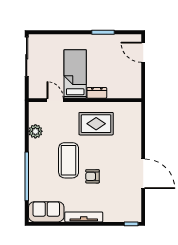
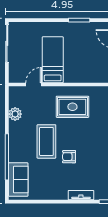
dresser: (97, 93) -> (73, 78), removed
door: (55, 100) -> (34, 85), hinge flipped
sofa: (46, 212) -> (18, 180), moved, turned 90
tv unit: (84, 217) -> (81, 195), moved, width x0.71

